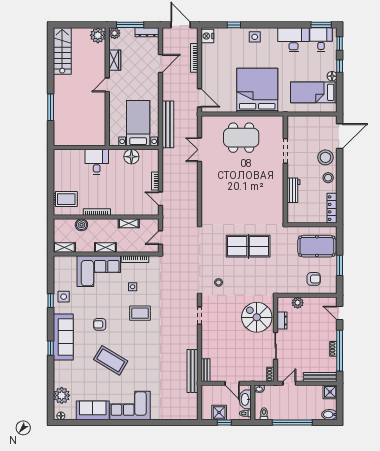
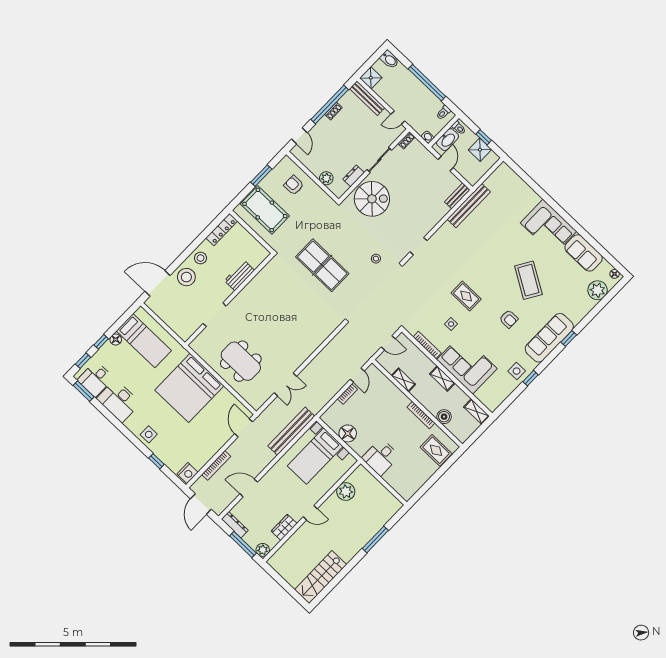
plant: (98, 35) -> (346, 492), moved
spiral stairs: (257, 317) -> (372, 199), turned -90

